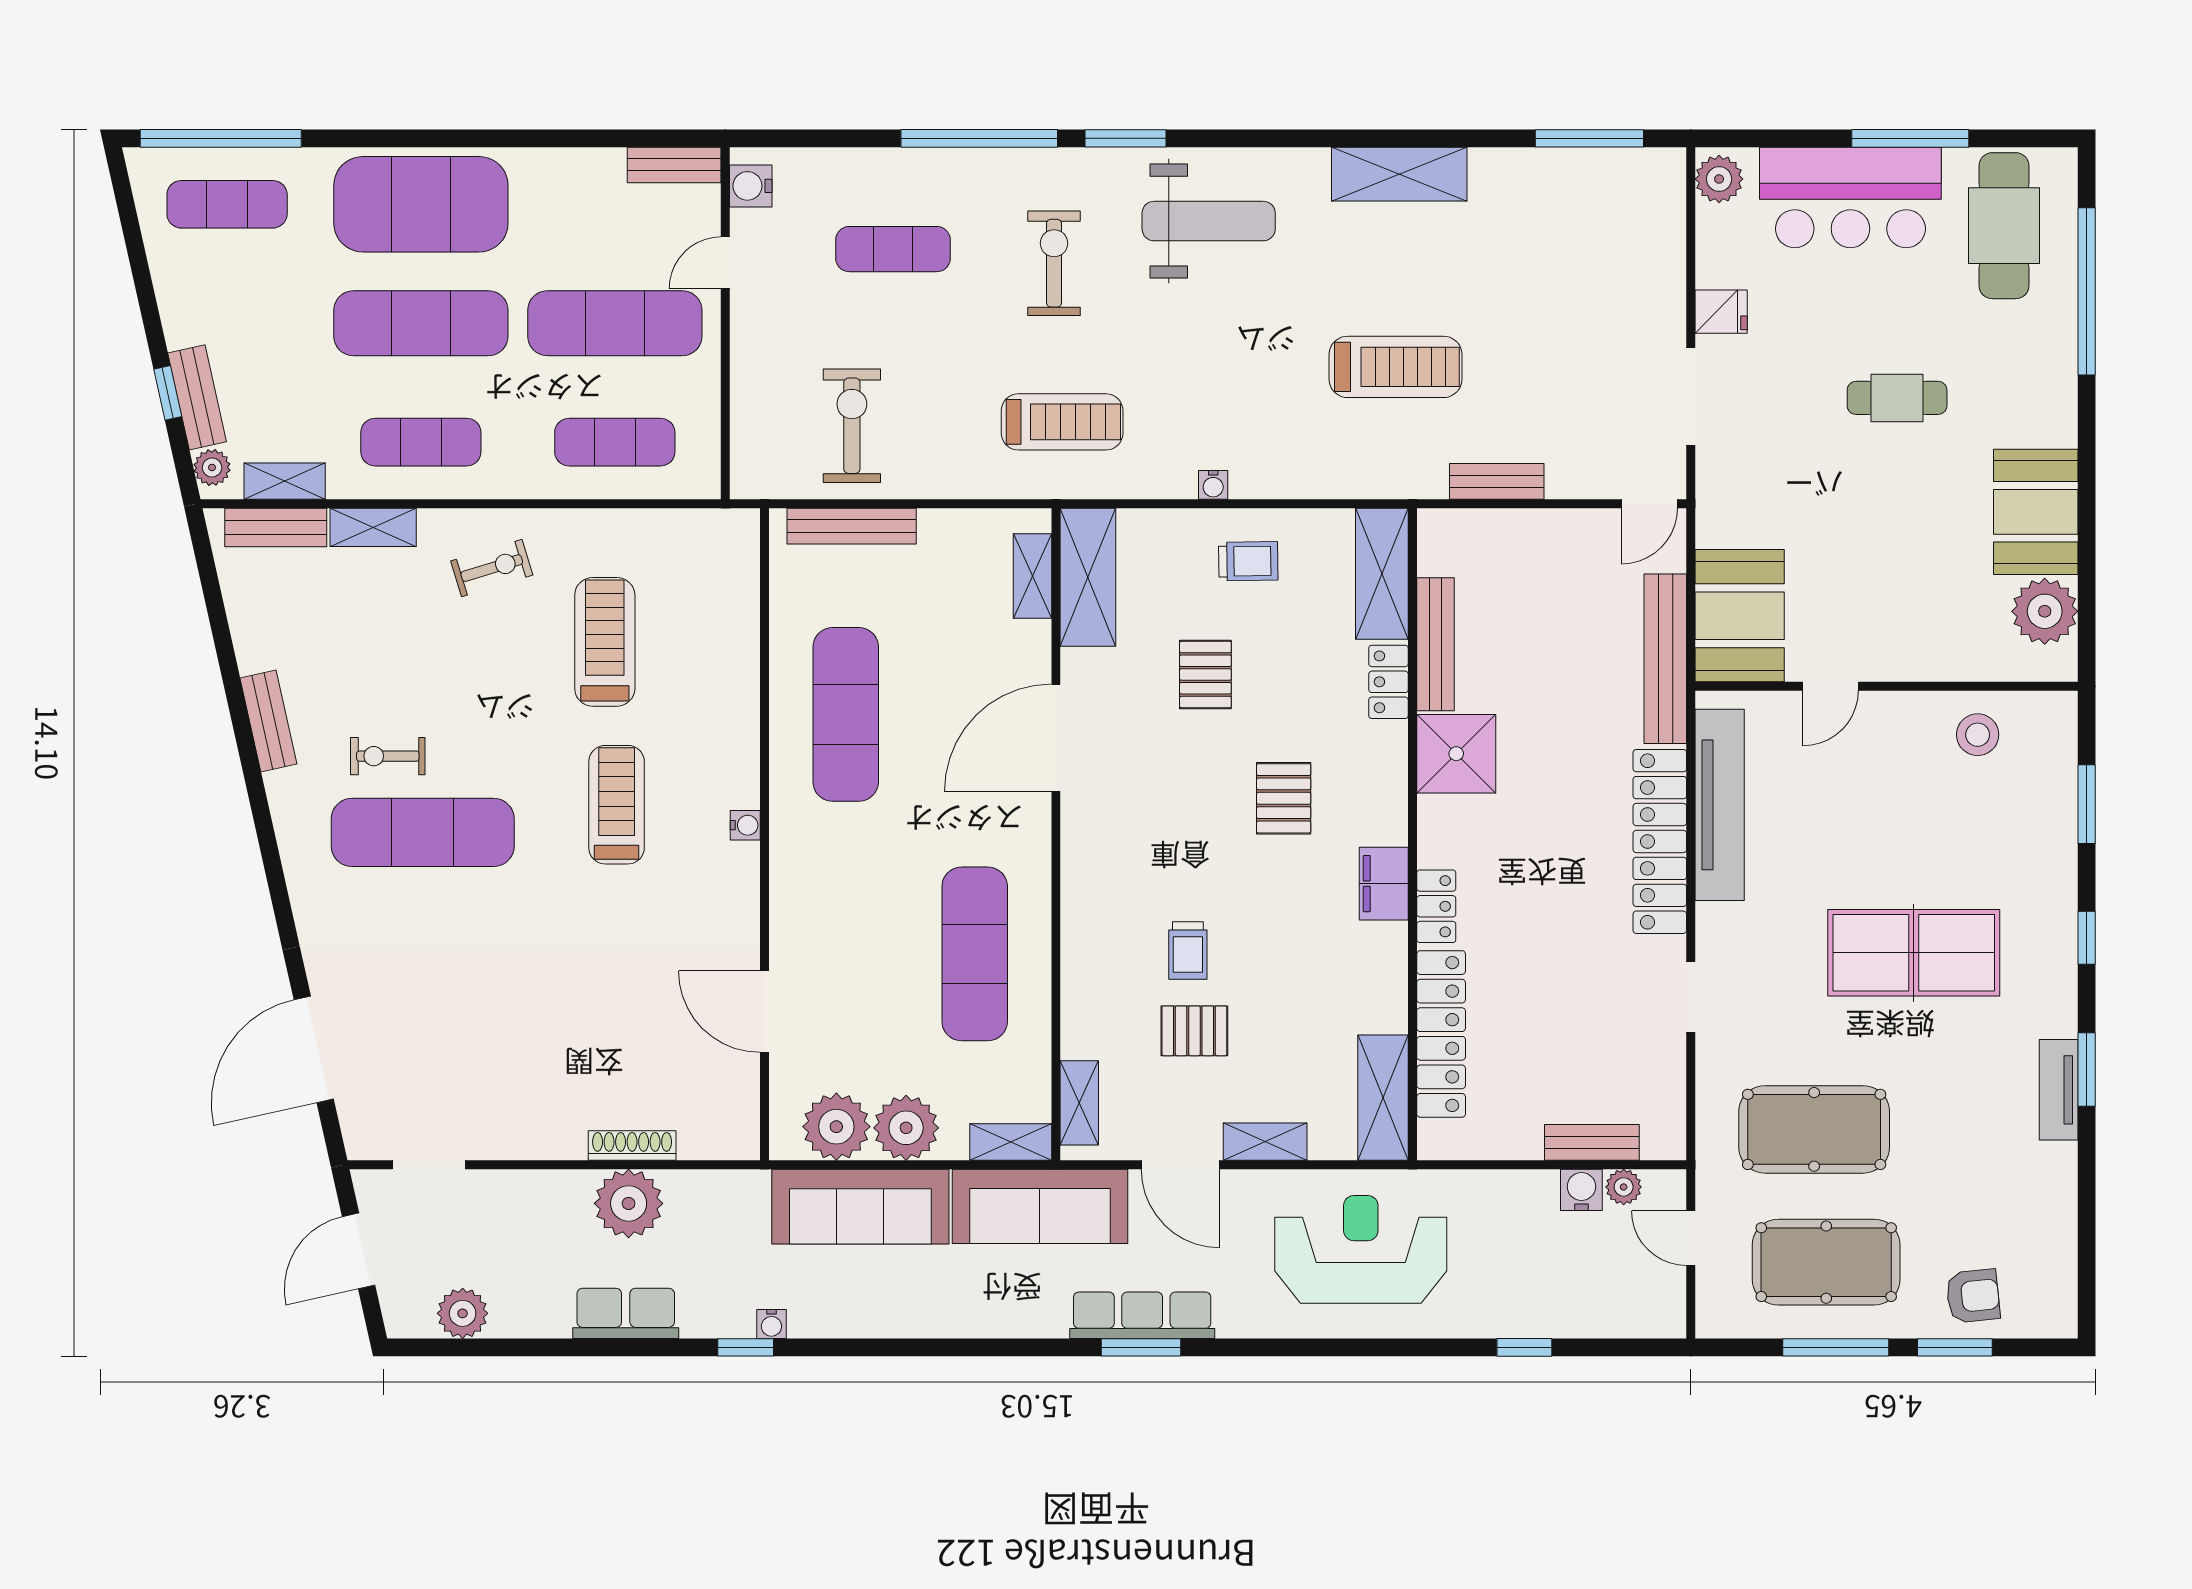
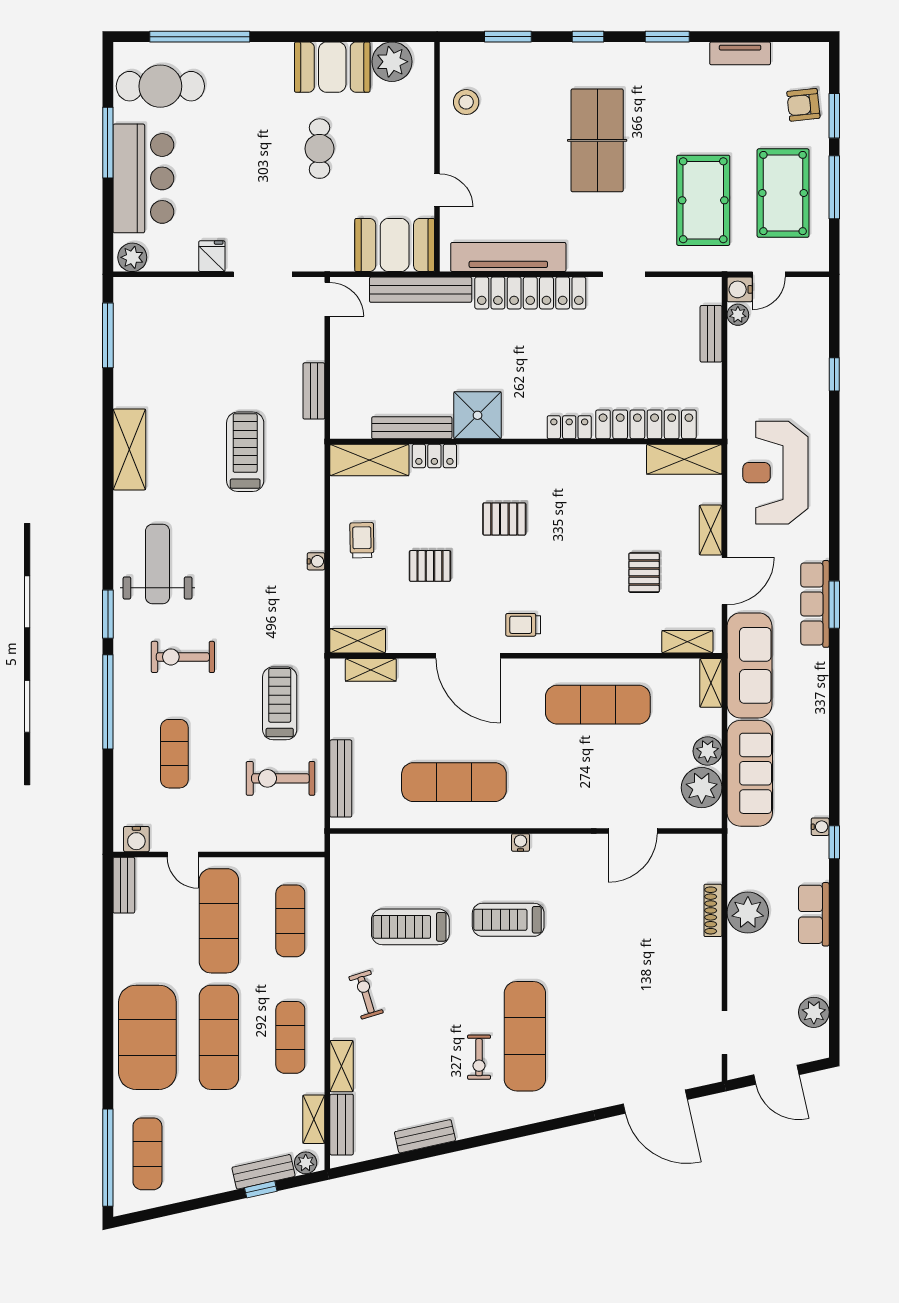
cafe table: (1897, 398) -> (319, 149), moved
treadmill: (1062, 422) -> (280, 703), moved
shelving: (1088, 577) -> (358, 641), width x0.67, depth x0.75
bench: (268, 721) -> (425, 1136), moved
filing cabinet: (1384, 884) -> (556, 459), removed
trolley: (1188, 951) -> (523, 625), moved, turned 180
tv unit: (2059, 1090) -> (740, 53), moved
plant: (906, 1128) -> (708, 751), width x0.73, depth x0.73
water cooler: (1581, 1190) -> (740, 289), moved
armchair: (1973, 1296) -> (803, 105), turned -90

